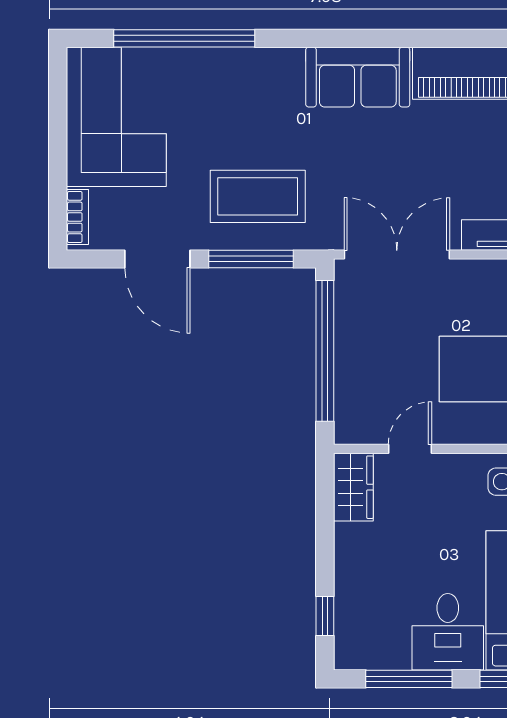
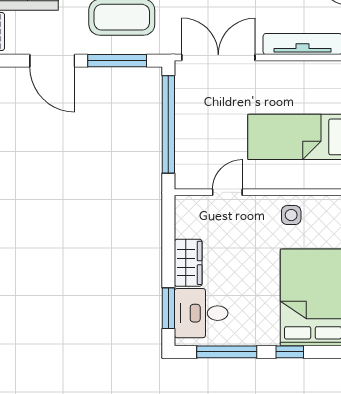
wardrobe: (353, 487) -> (188, 263), moved
window: (325, 616) -> (168, 308), width x1.50
desk: (448, 632) -> (201, 313), moved, turned 90

